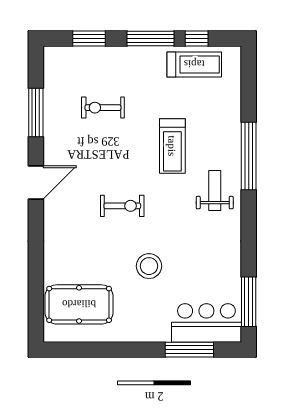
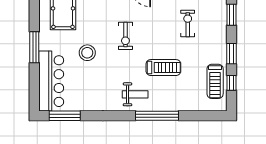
window: (151, 39) -> (231, 54), width x0.69
treadmill: (172, 146) -> (163, 68), turned 180
bar counter: (206, 323) -> (51, 81), width x1.36
window: (189, 350) -> (34, 47), moved

